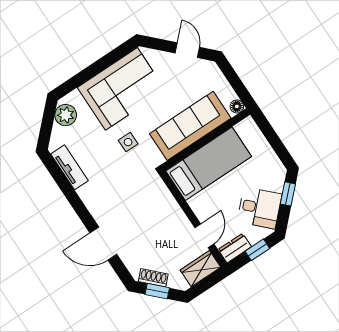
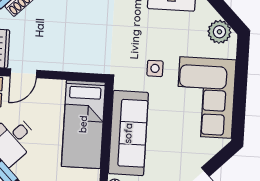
door: (204, 236) -> (23, 73), hinge flipped

